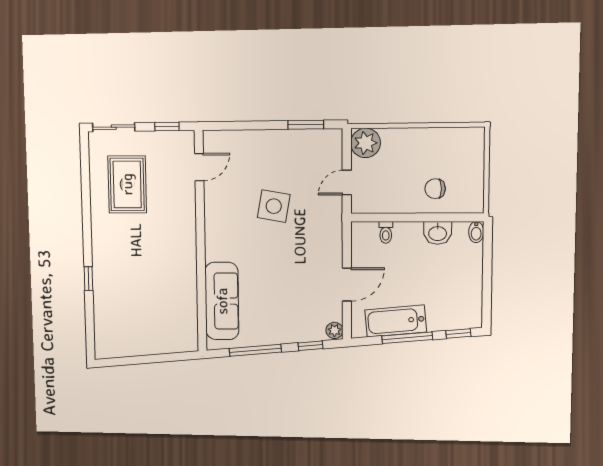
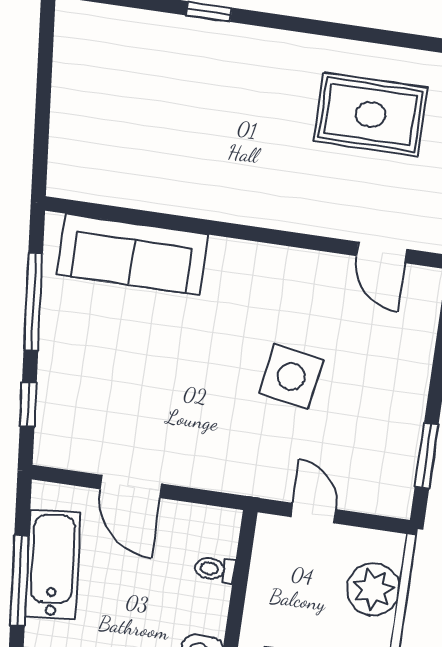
plant: (366, 143) -> (373, 589), moved
plant: (334, 330) -> (50, 452), removed

